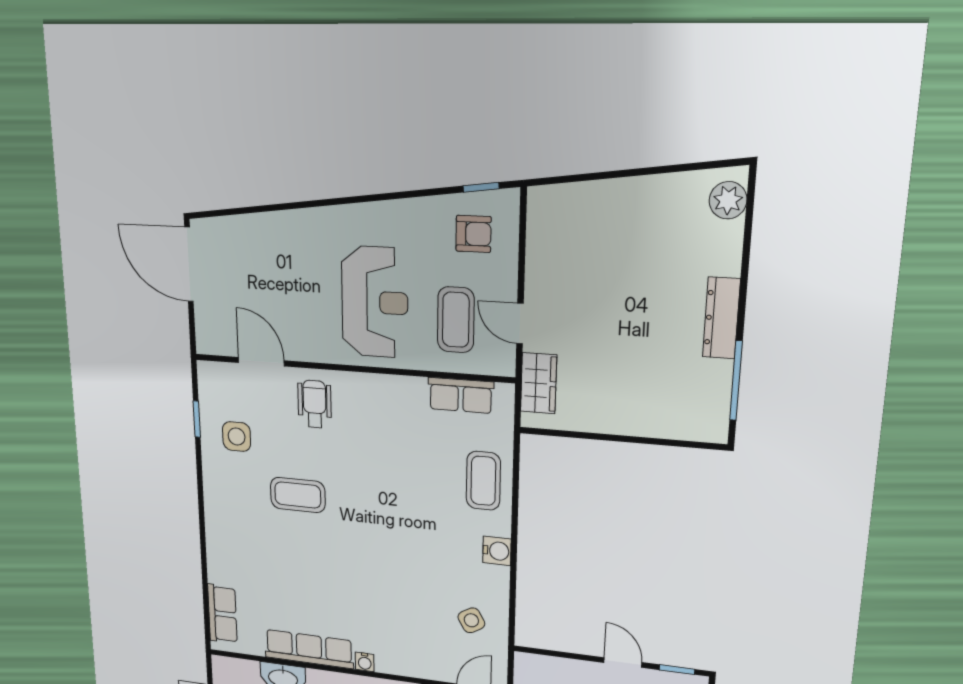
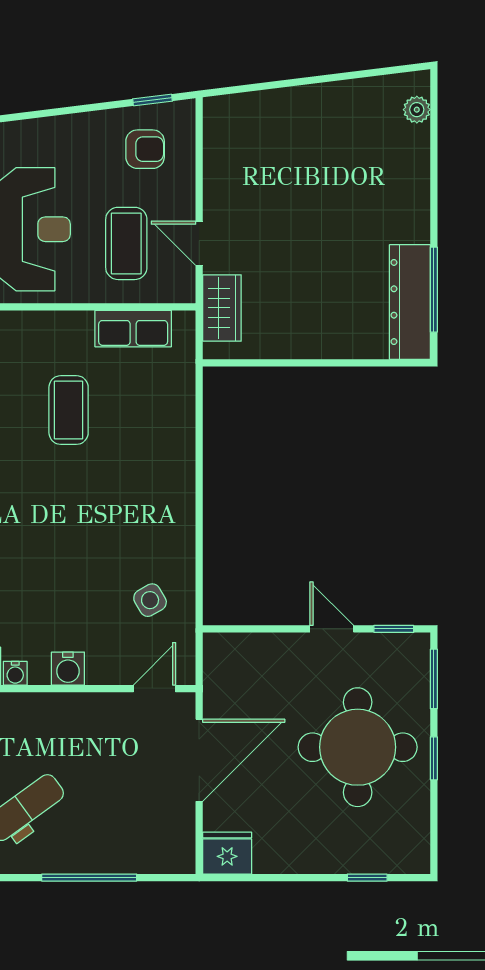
plant: (728, 200) -> (417, 110), width x0.73, depth x0.73
dresser: (721, 318) -> (410, 302), moved, width x1.37, depth x1.24
coffee table: (483, 481) -> (69, 410), moved
water cooler: (497, 551) -> (68, 669), moved, turned 90

